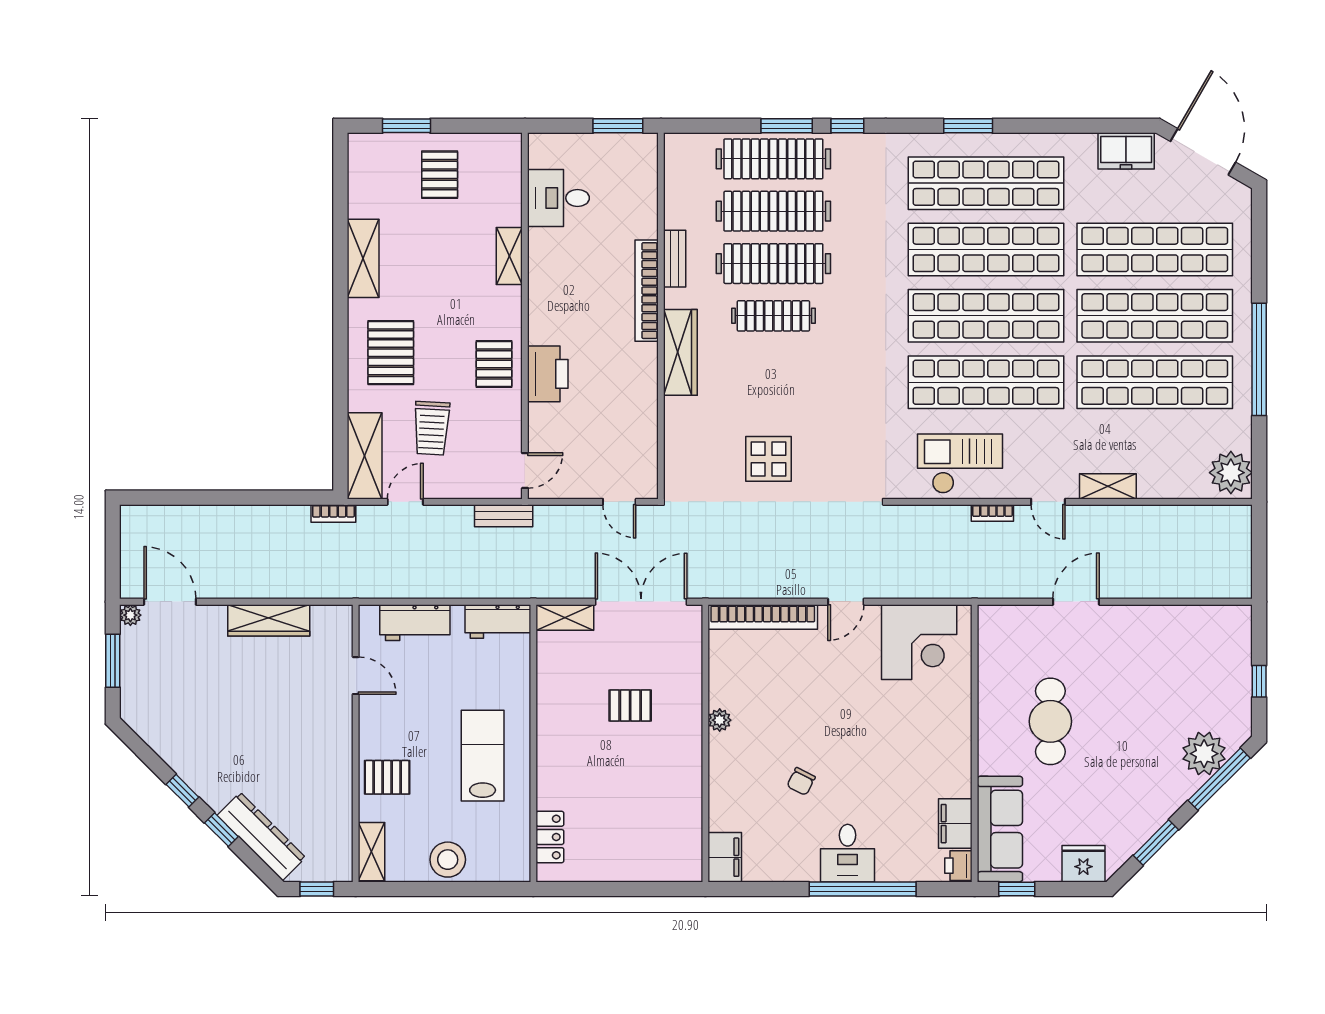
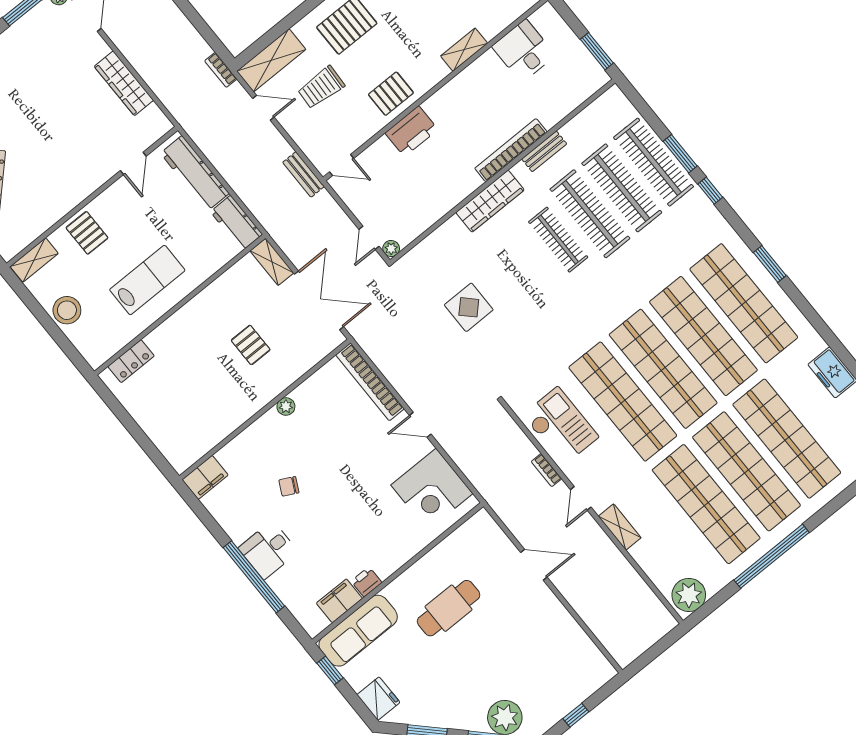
plant: (648, 489) -> (391, 249), added
workbench: (415, 623) -> (195, 173), width x1.38
printer: (958, 866) -> (366, 582), moved

